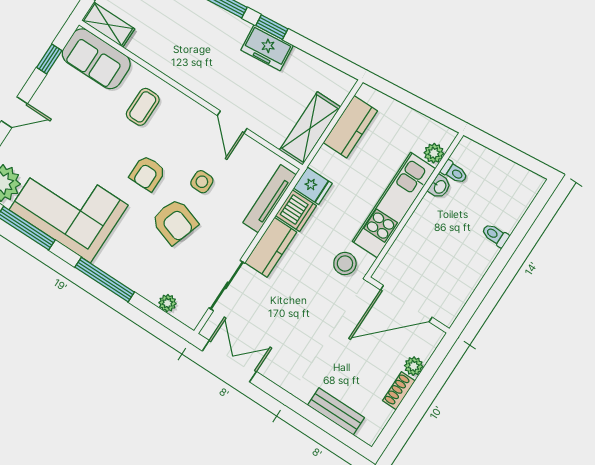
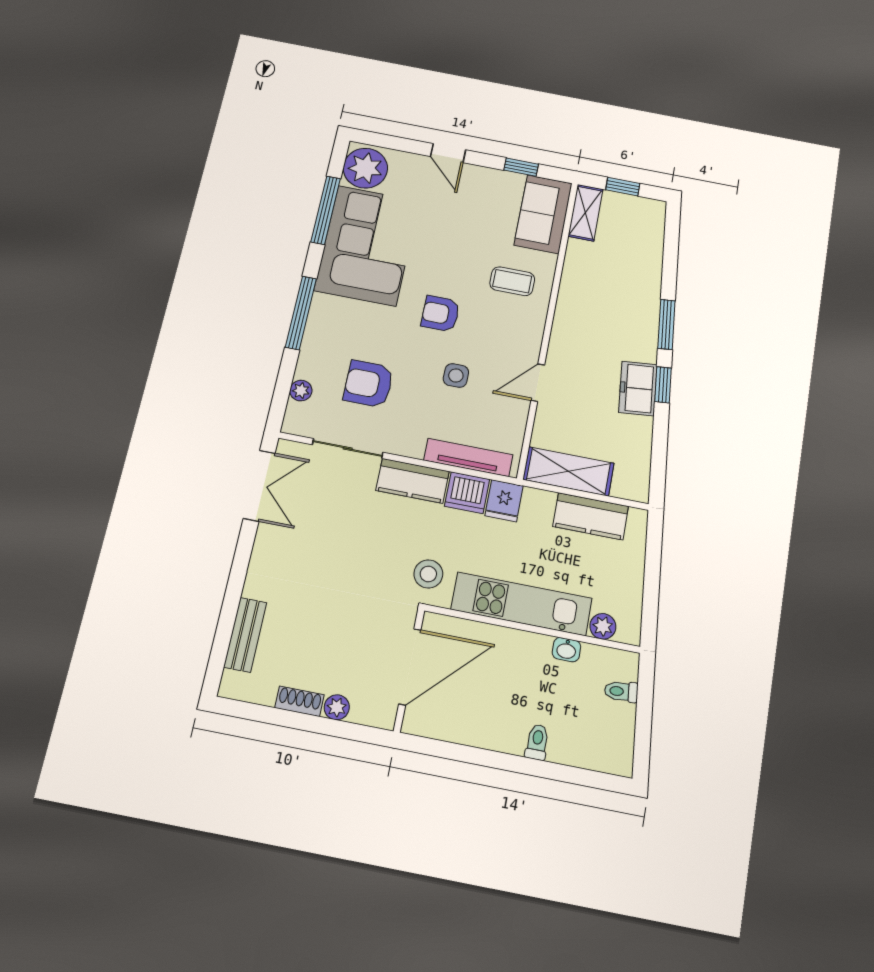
toilet: (454, 172) -> (621, 691), moved, turned 85
armchair: (175, 222) -> (369, 384), moved, turned 72
door: (406, 304) -> (410, 667), swing flipped

